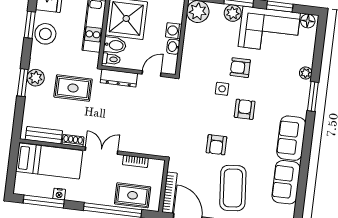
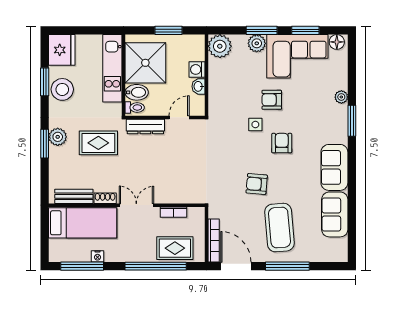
armchair: (216, 145) -> (257, 184), turned 95

